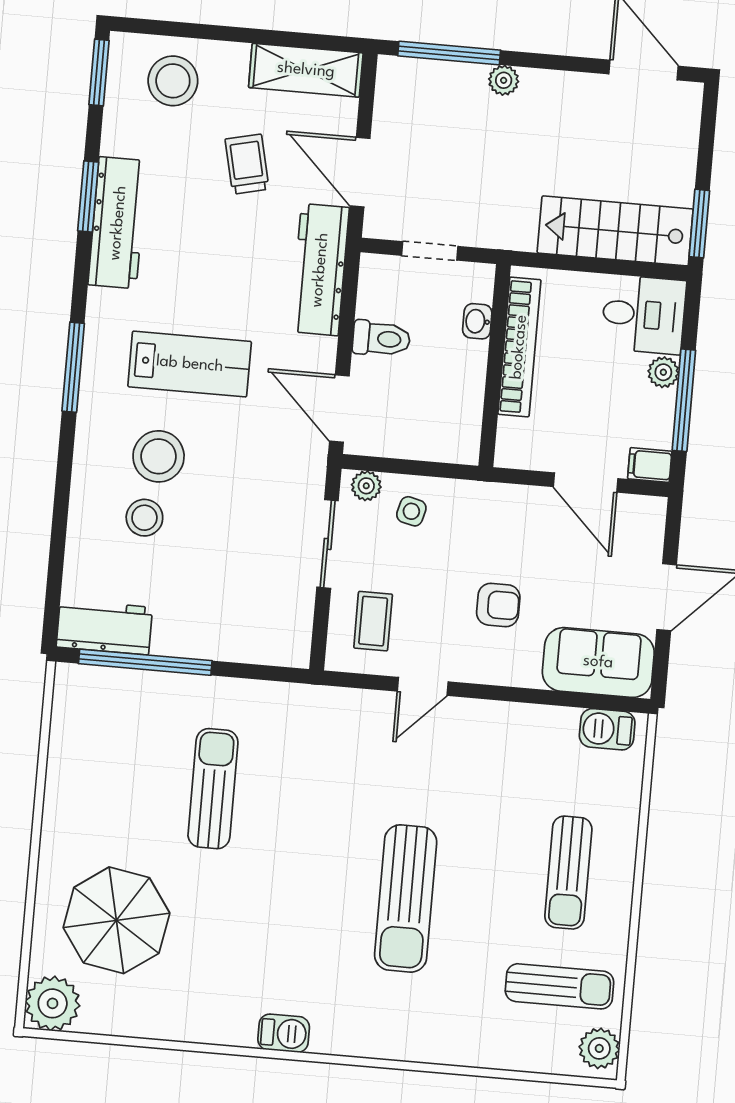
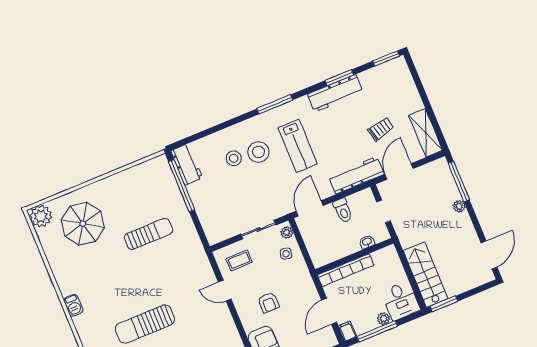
stool: (173, 81) -> (397, 87), removed
bookcase: (519, 347) -> (346, 270), moved

